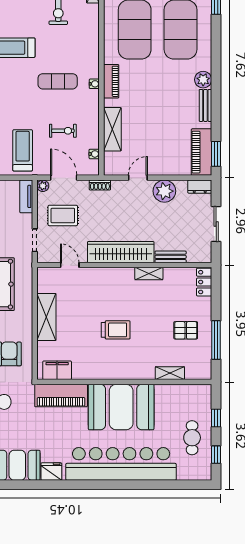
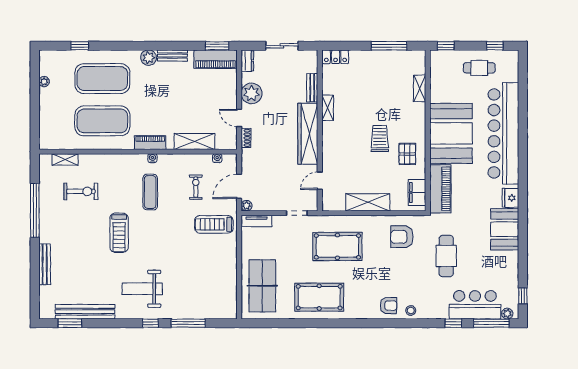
shoe rack: (100, 185) -> (246, 138), moved
rug: (63, 215) -> (274, 187), removed
pallet: (186, 330) -> (407, 154), moved
window: (216, 418) -> (446, 46), moved

